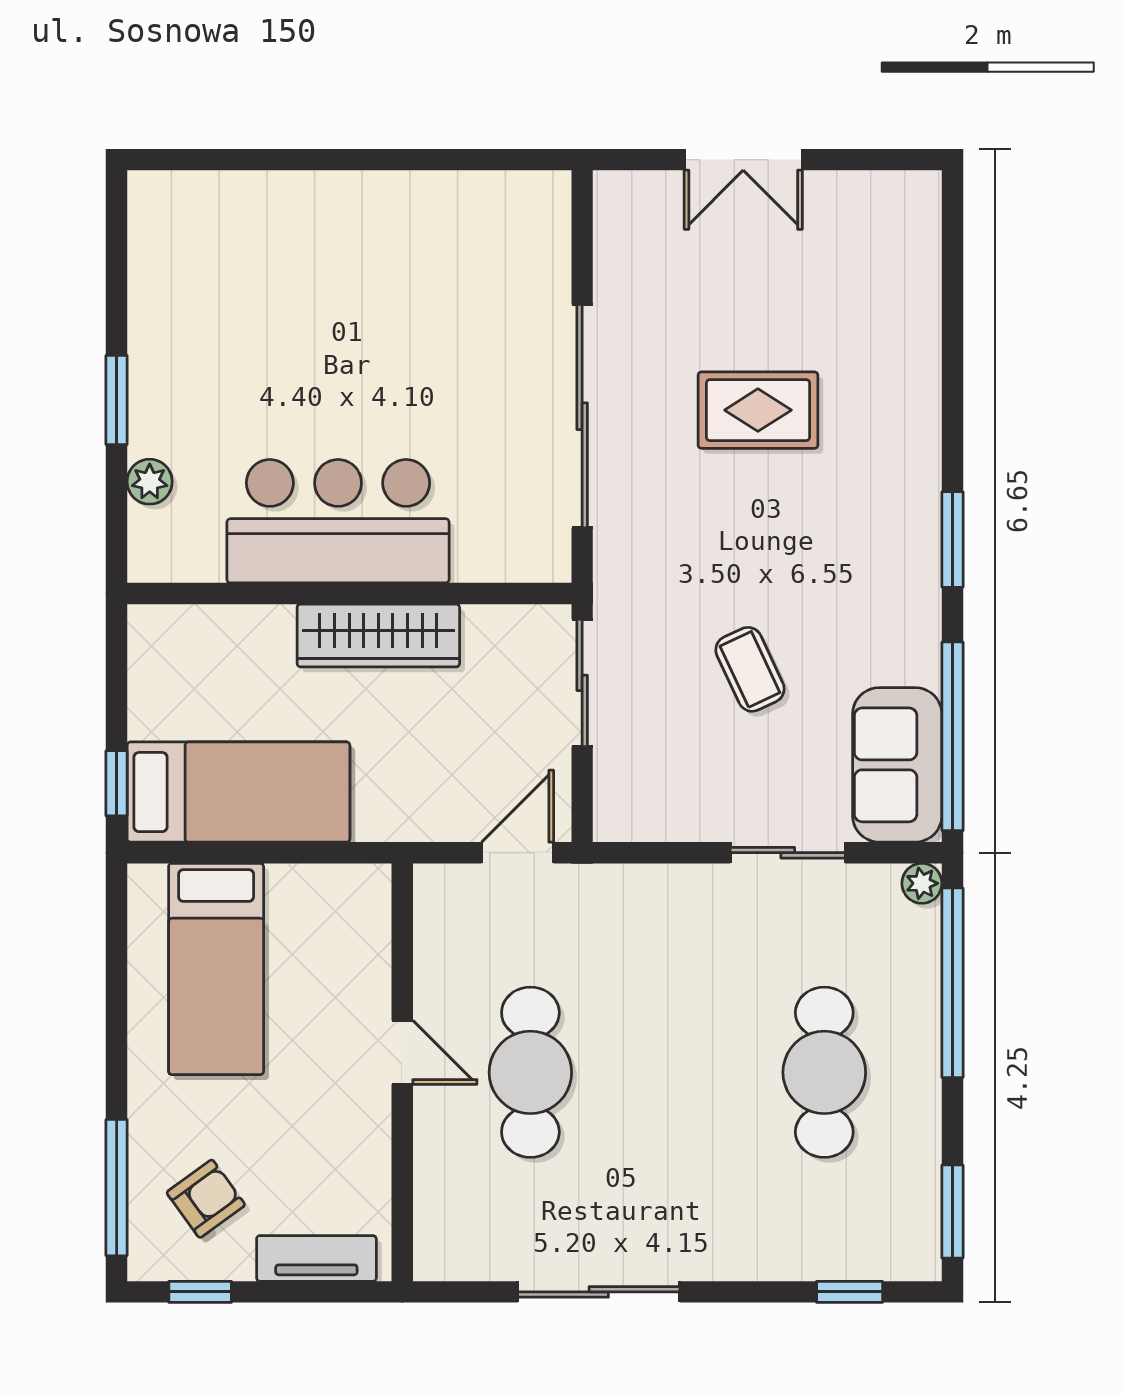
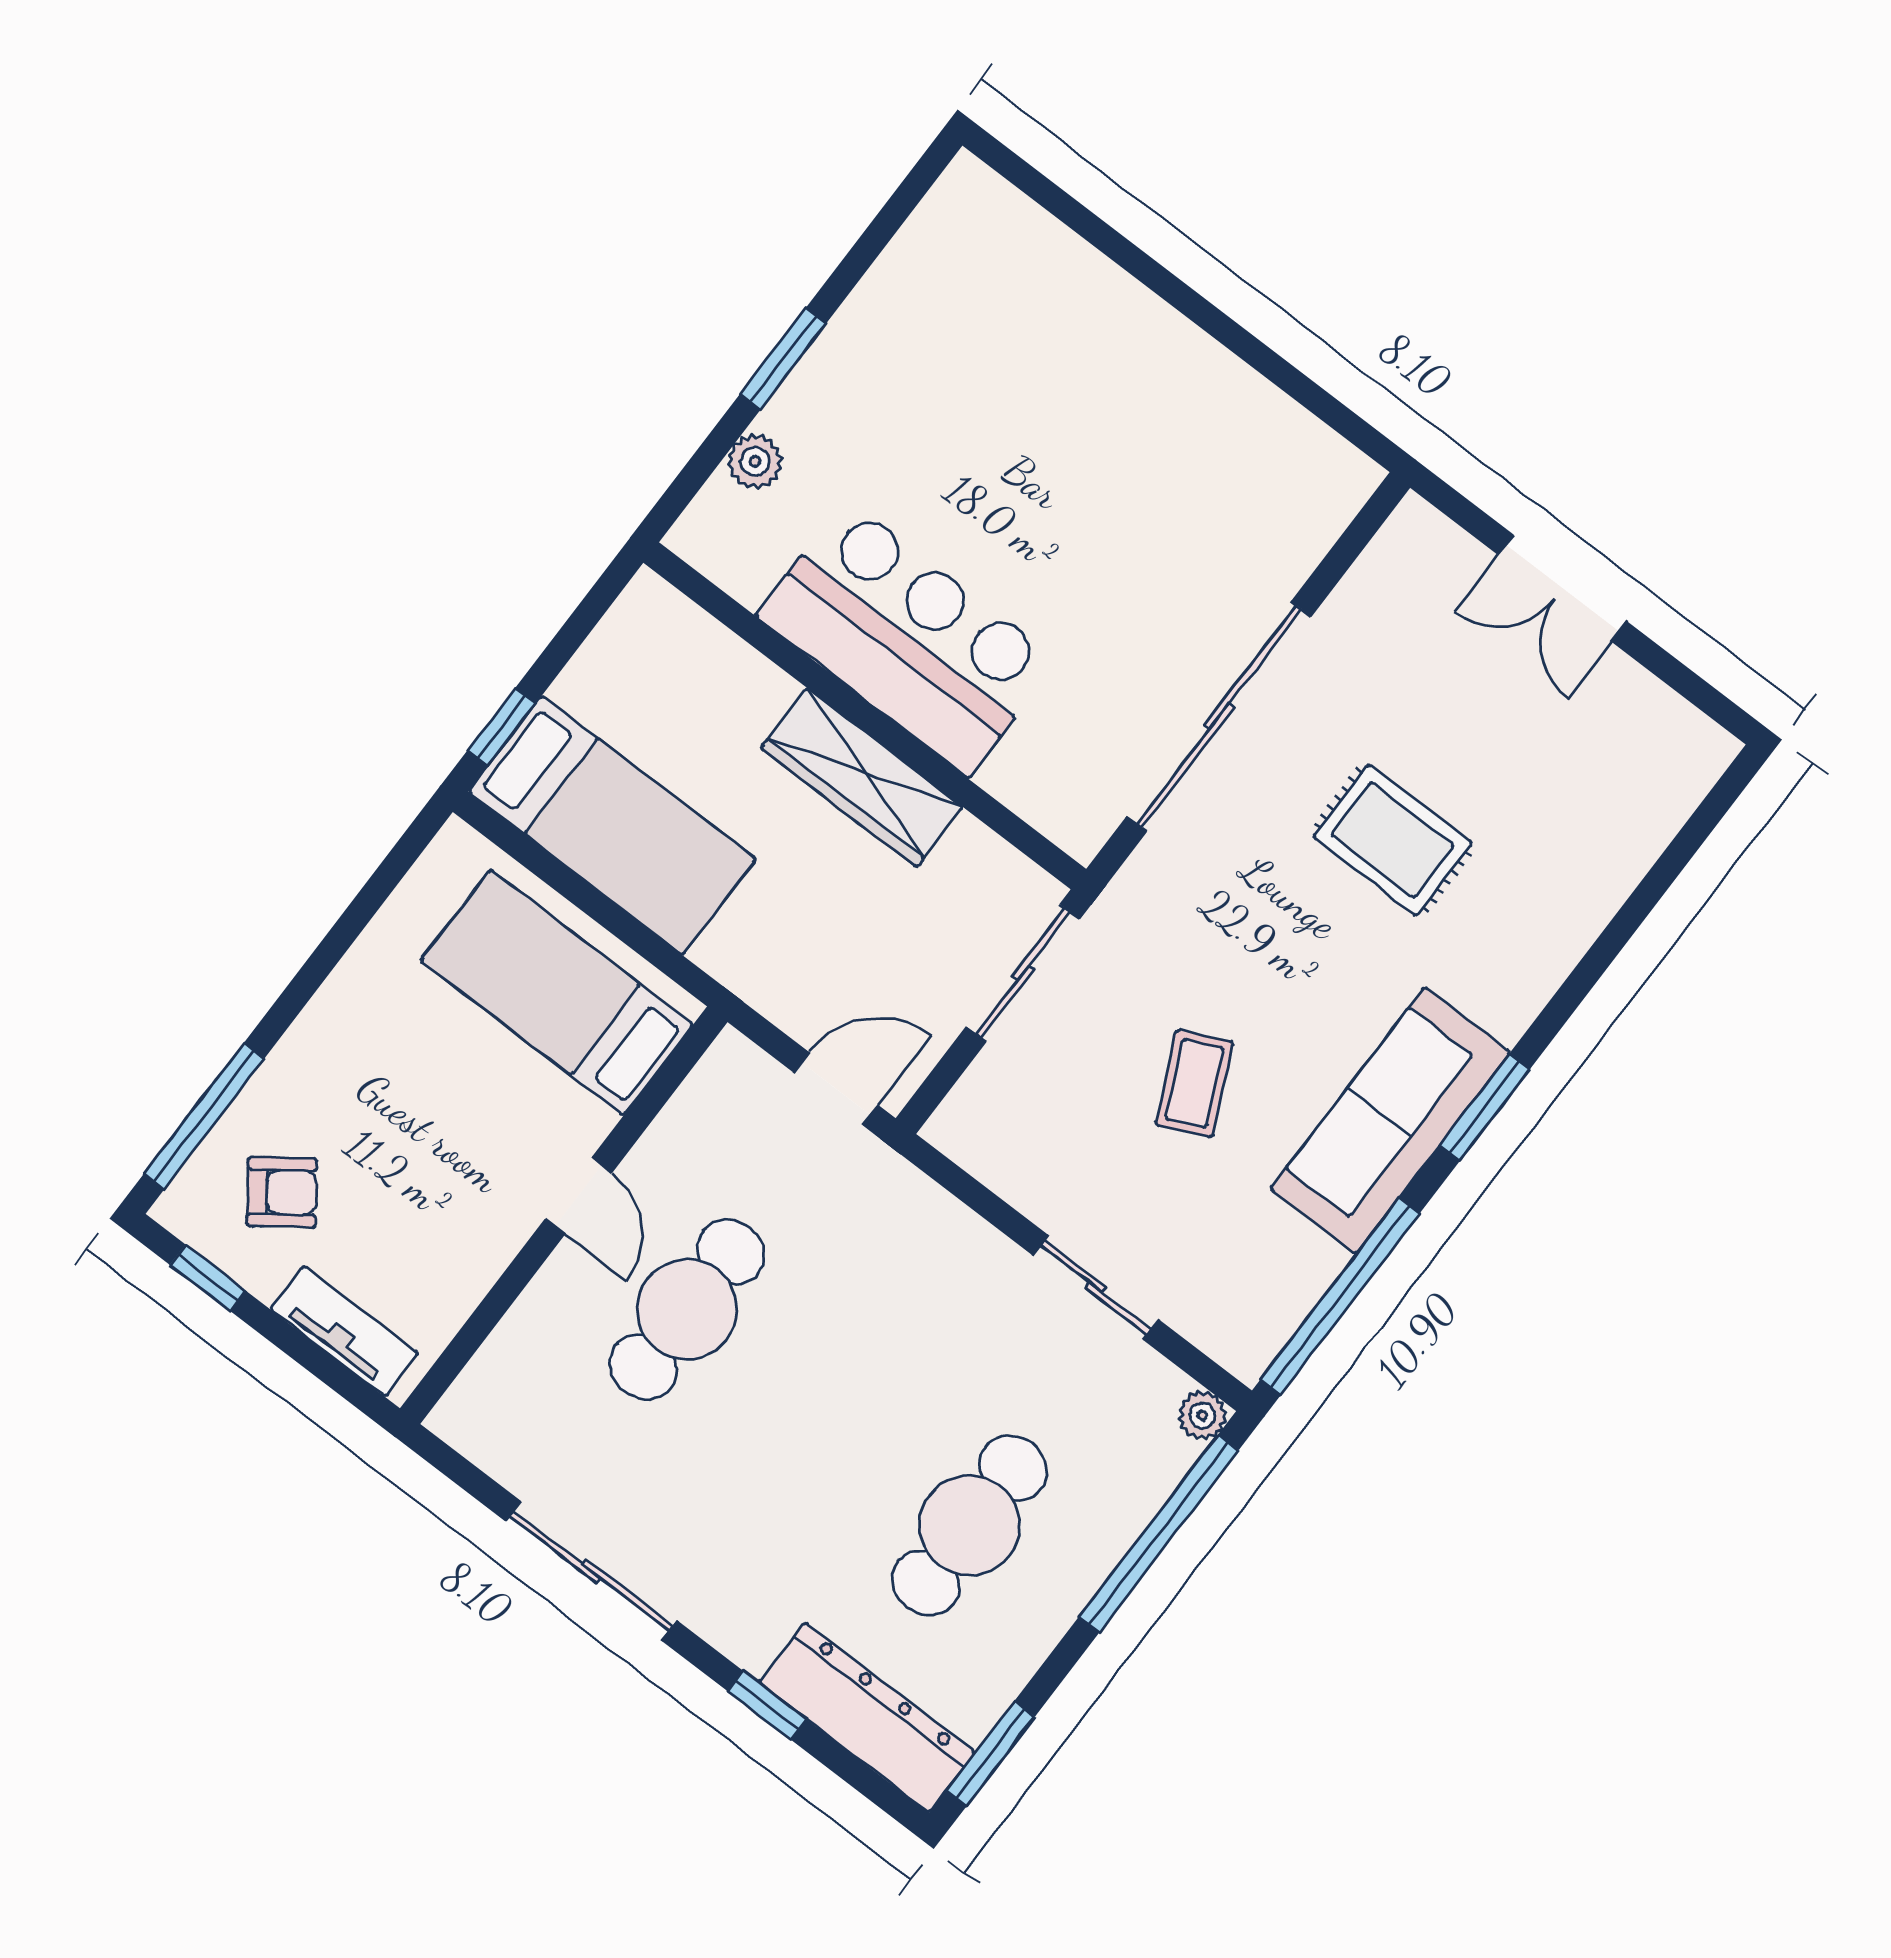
sofa: (897, 765) -> (1390, 1120), moved, width x1.36
bed: (216, 969) -> (557, 992), moved, turned 90
dresser: (853, 1250) -> (867, 1717), added
window: (850, 1292) -> (767, 1705), moved

